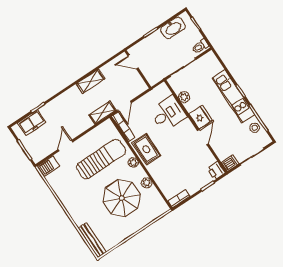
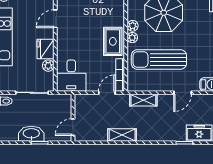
washbasin: (173, 28) -> (31, 134), moved
door: (133, 62) -> (73, 127), swing flipped
shelving: (102, 113) -> (143, 100), moved
desk: (168, 114) -> (71, 76), moved, turned -90
fridge: (201, 117) -> (46, 49), moved
plant: (147, 183) -> (133, 26), moved

